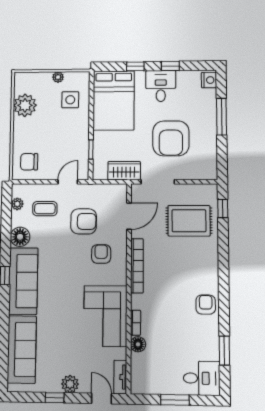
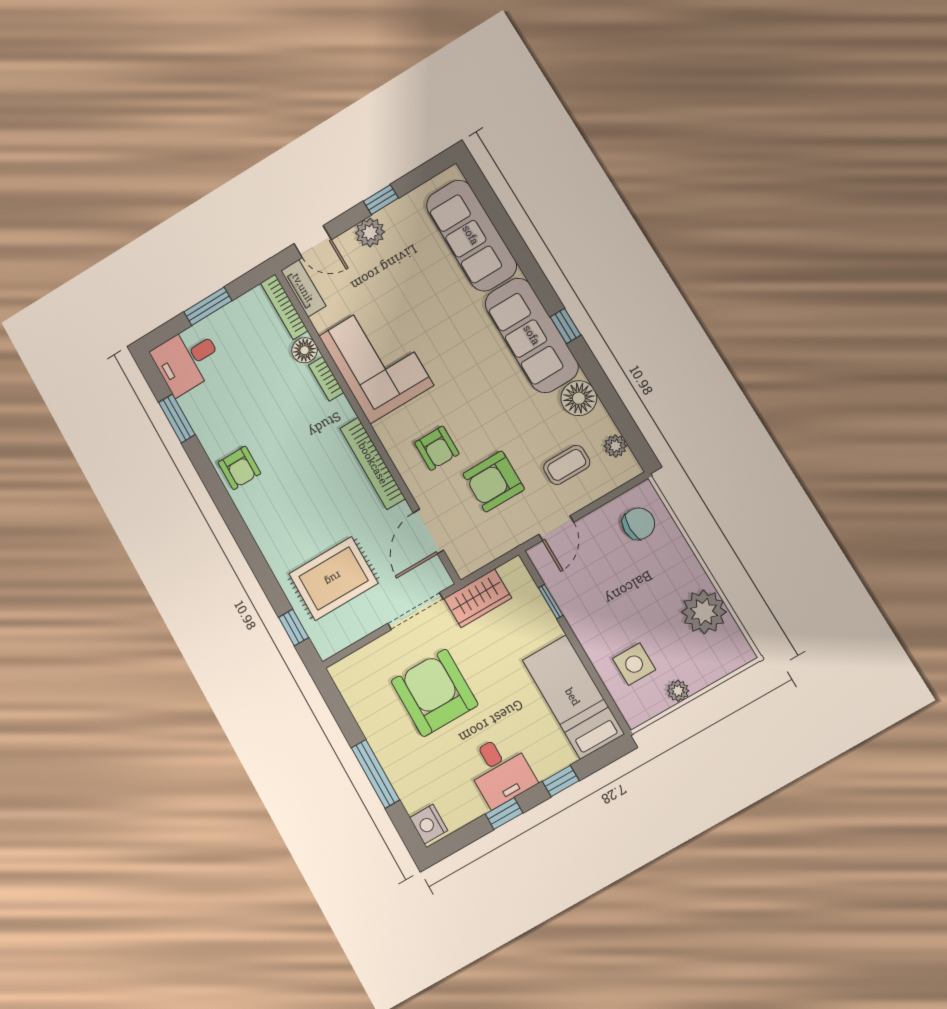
bed: (114, 100) -> (573, 697), width x0.67
bookcase: (136, 374) -> (284, 307), added

